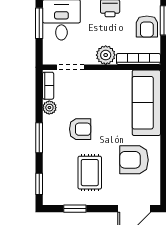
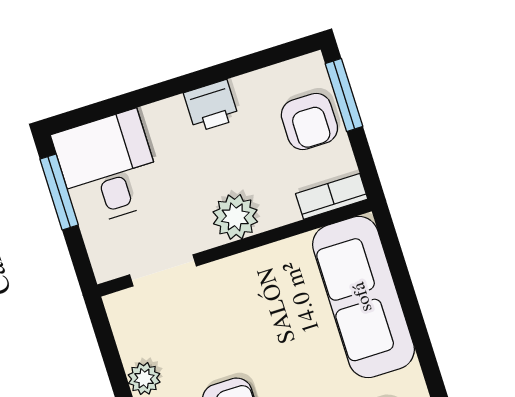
bookcase: (138, 59) -> (332, 196), width x0.64
bookcase: (48, 86) -> (125, 329), removed

